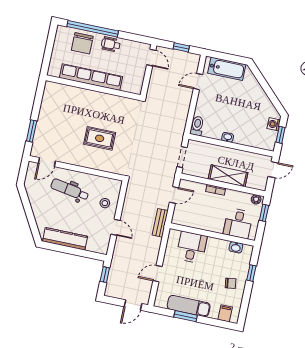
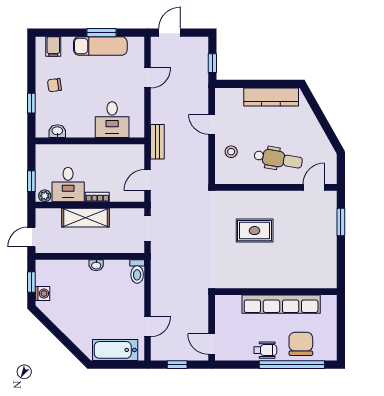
desk: (238, 223) -> (68, 185), moved, turned 180

